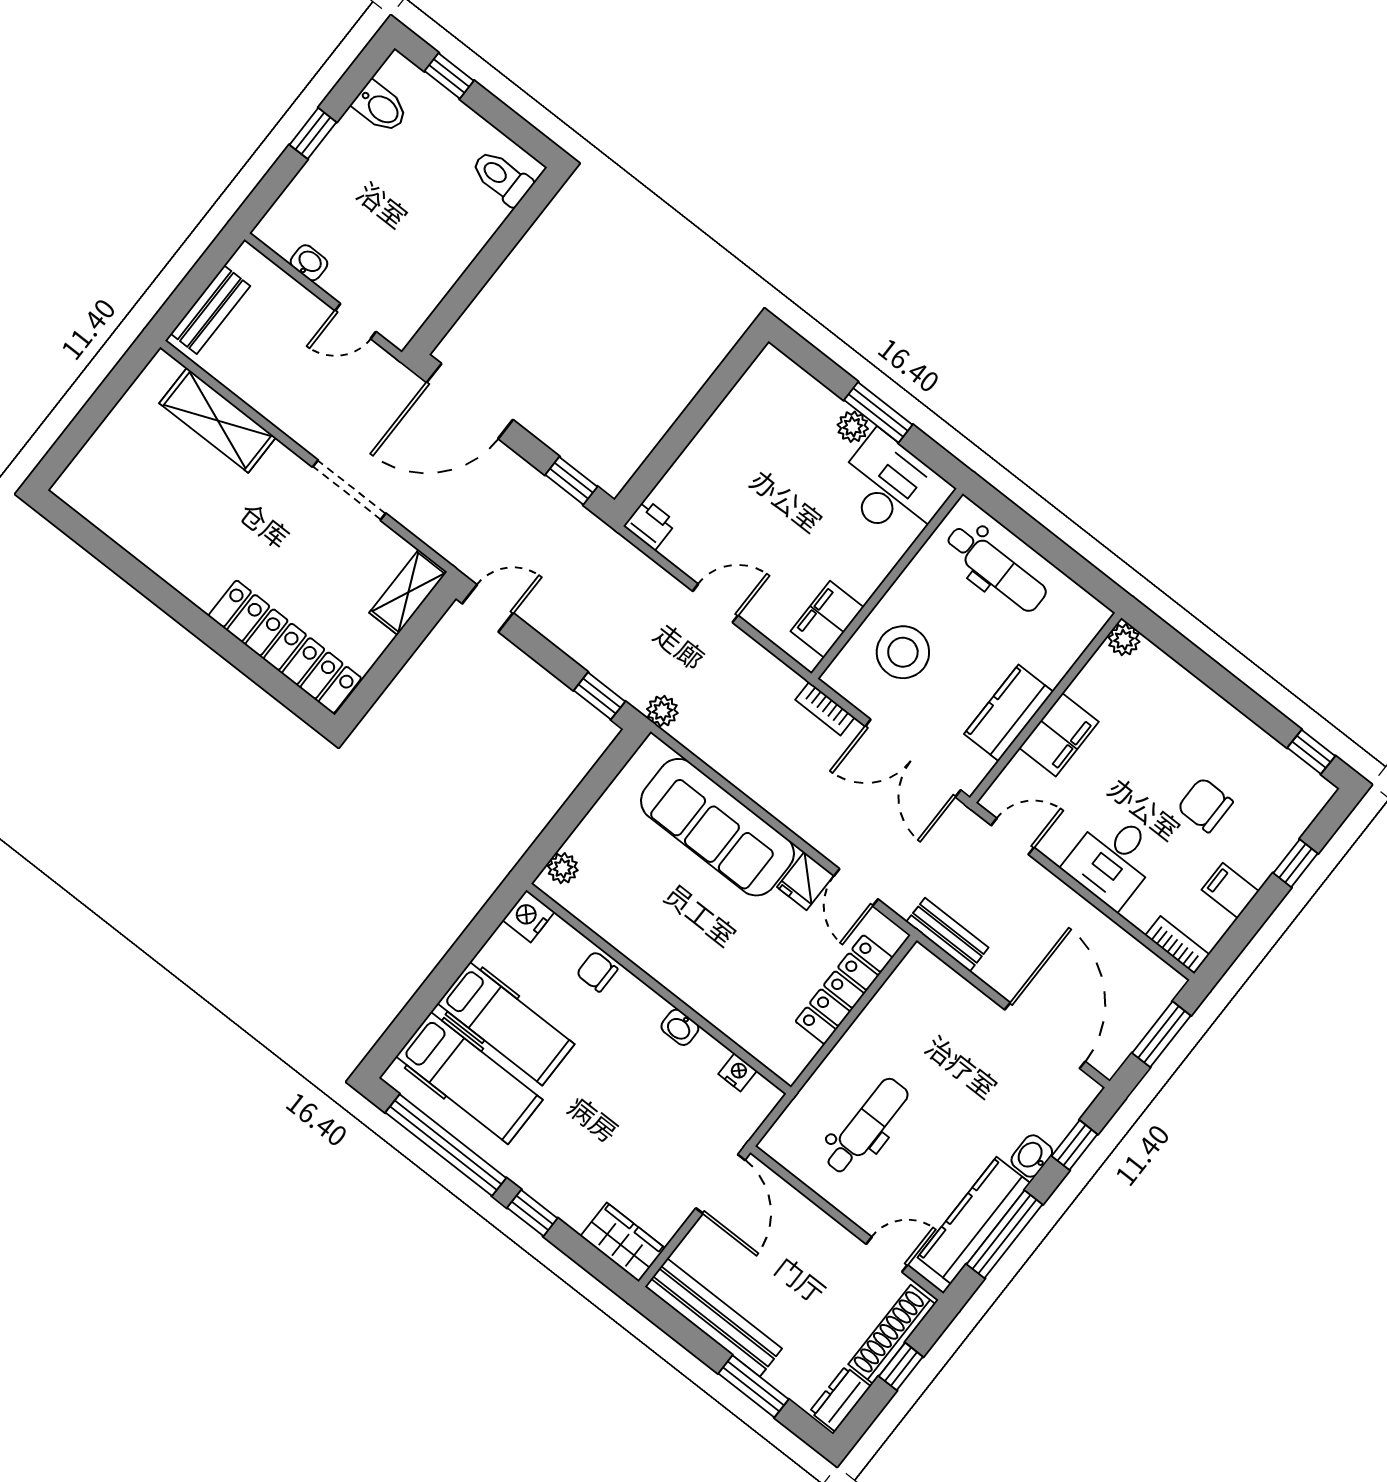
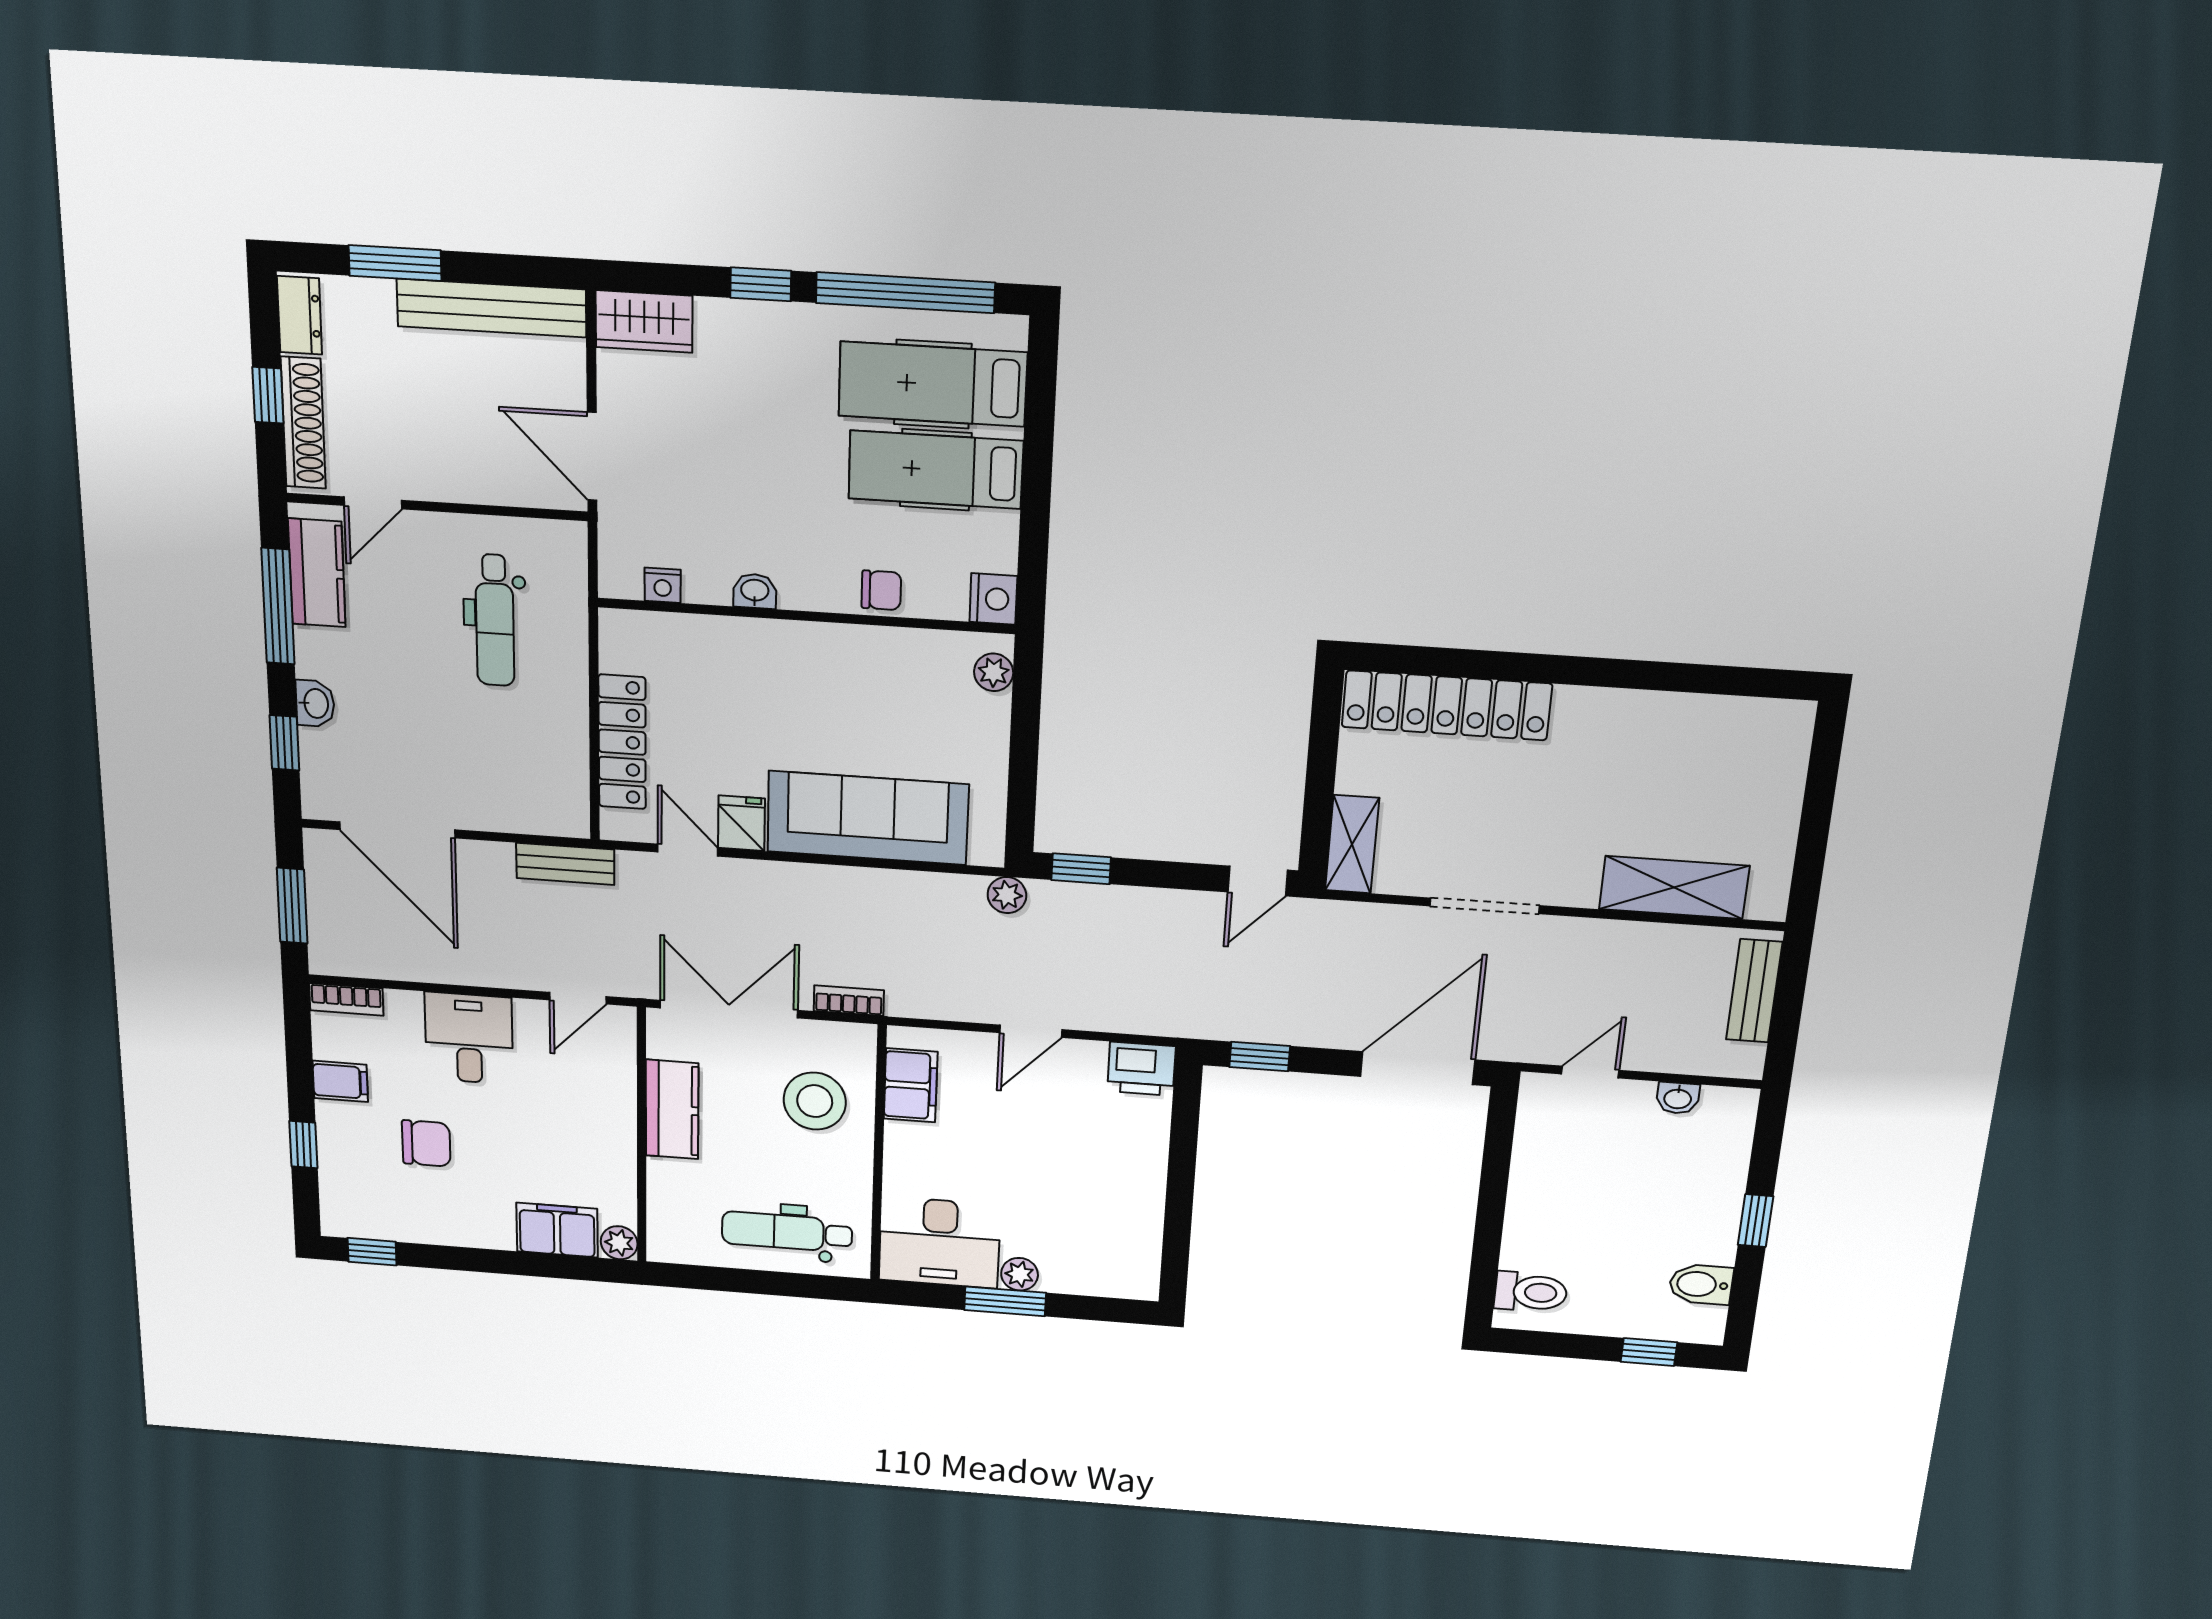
printer: (650, 524) -> (1141, 1069), width x1.36, depth x1.24
filing cabinet: (1059, 735) -> (557, 1230), moved, turned 90
kitchen counter: (974, 1220) -> (317, 573), width x0.67

